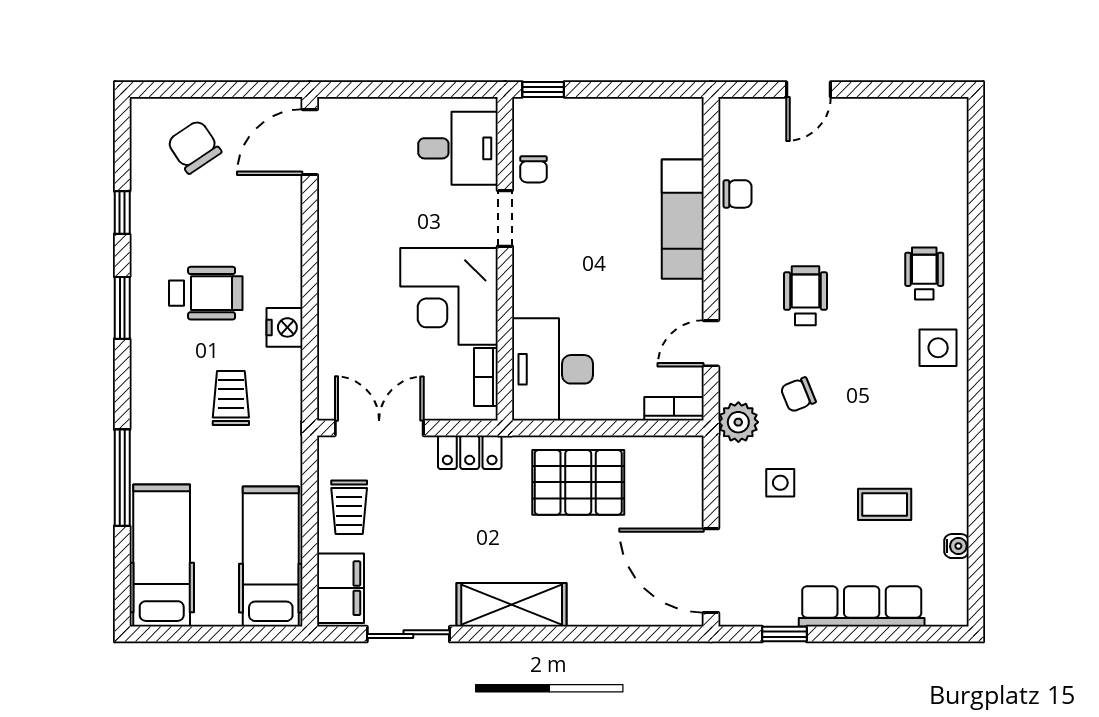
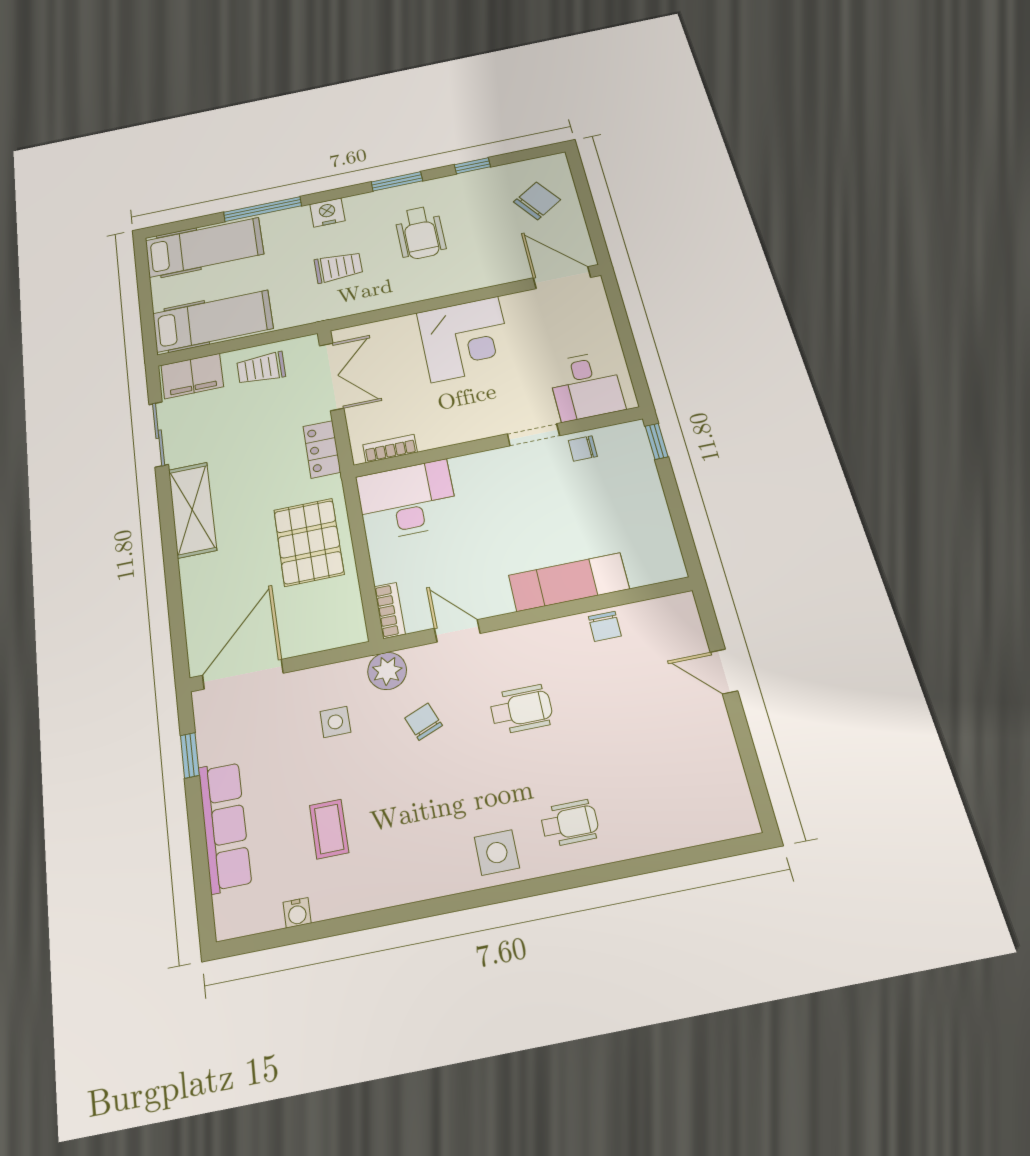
corner desk: (449, 296) -> (465, 339), moved, turned 180
nightstand: (284, 327) -> (327, 212), moved, turned 180

